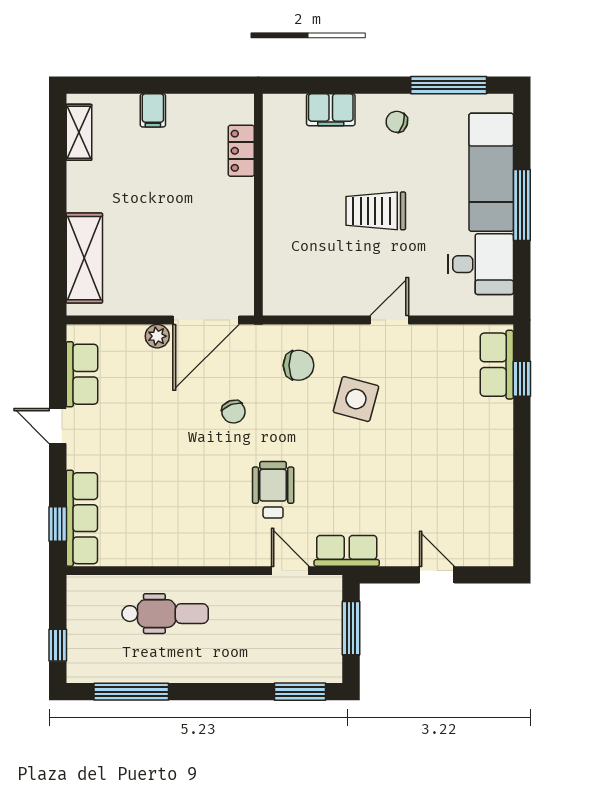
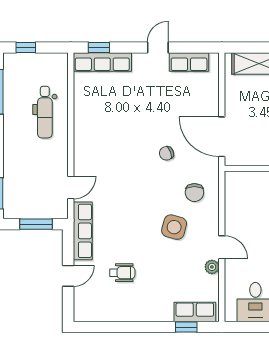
plant: (157, 336) -> (212, 267), moved
wheelchair: (273, 490) -> (122, 273), moved, width x0.73, depth x0.73
row of seats: (347, 551) -> (83, 231), width x1.48

